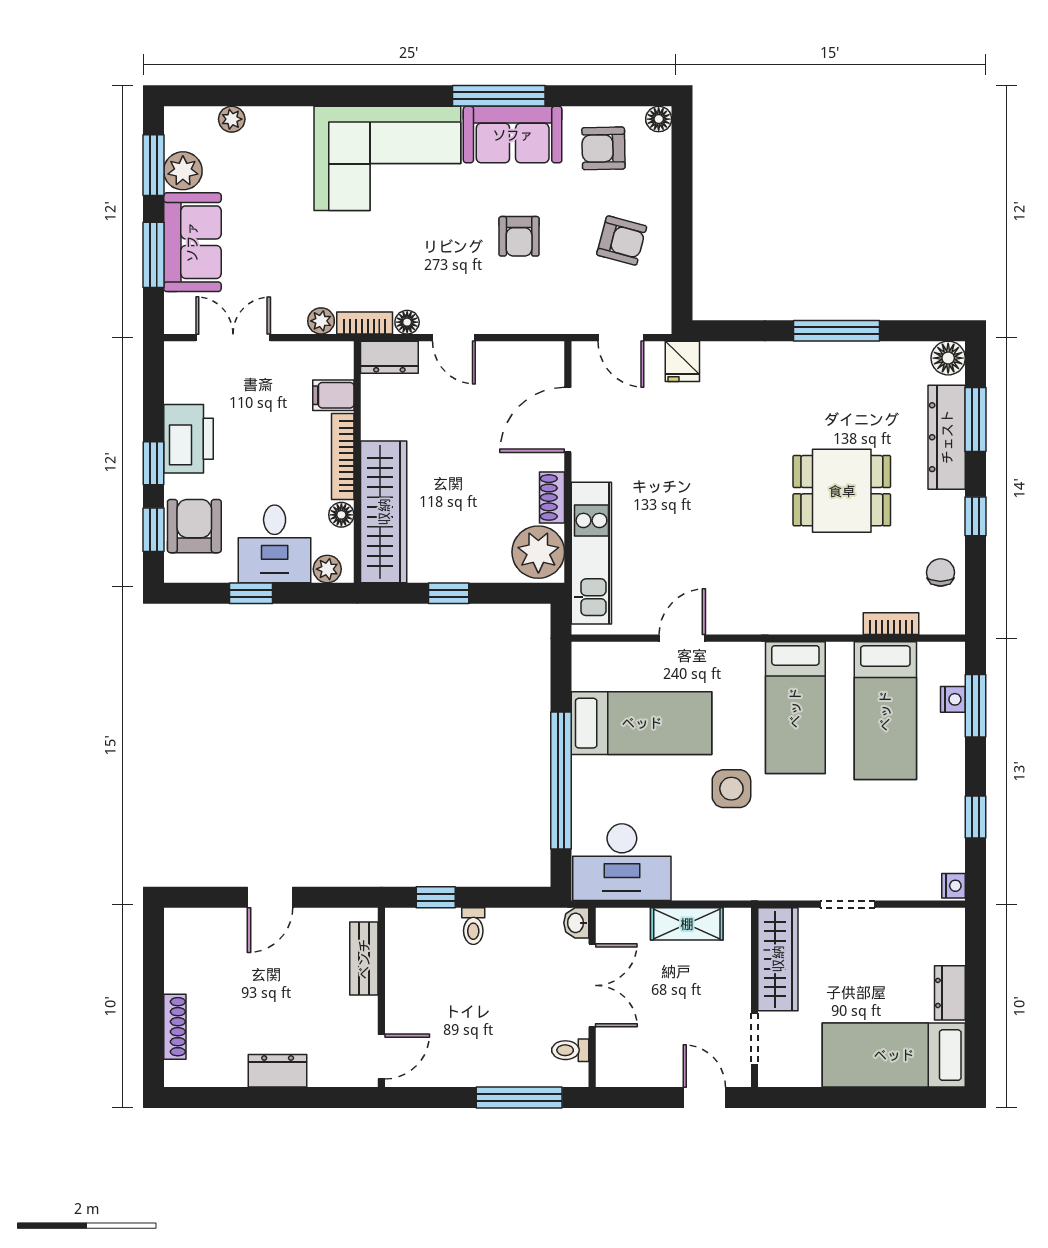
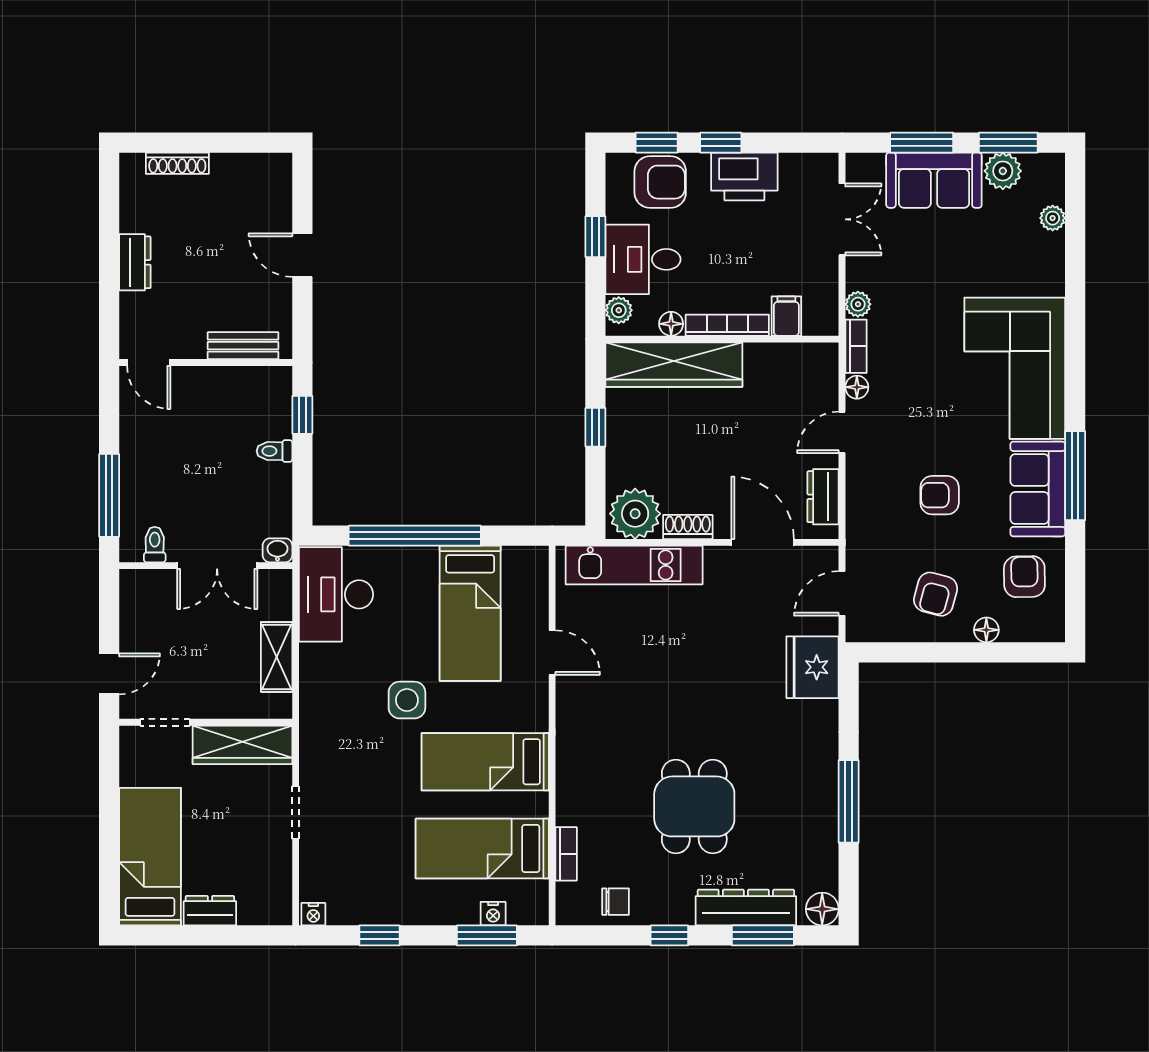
floor lamp: (659, 119) -> (986, 630), moved
dresser: (389, 357) -> (823, 497), moved
fridge: (682, 361) -> (812, 667), width x1.88, depth x1.34

